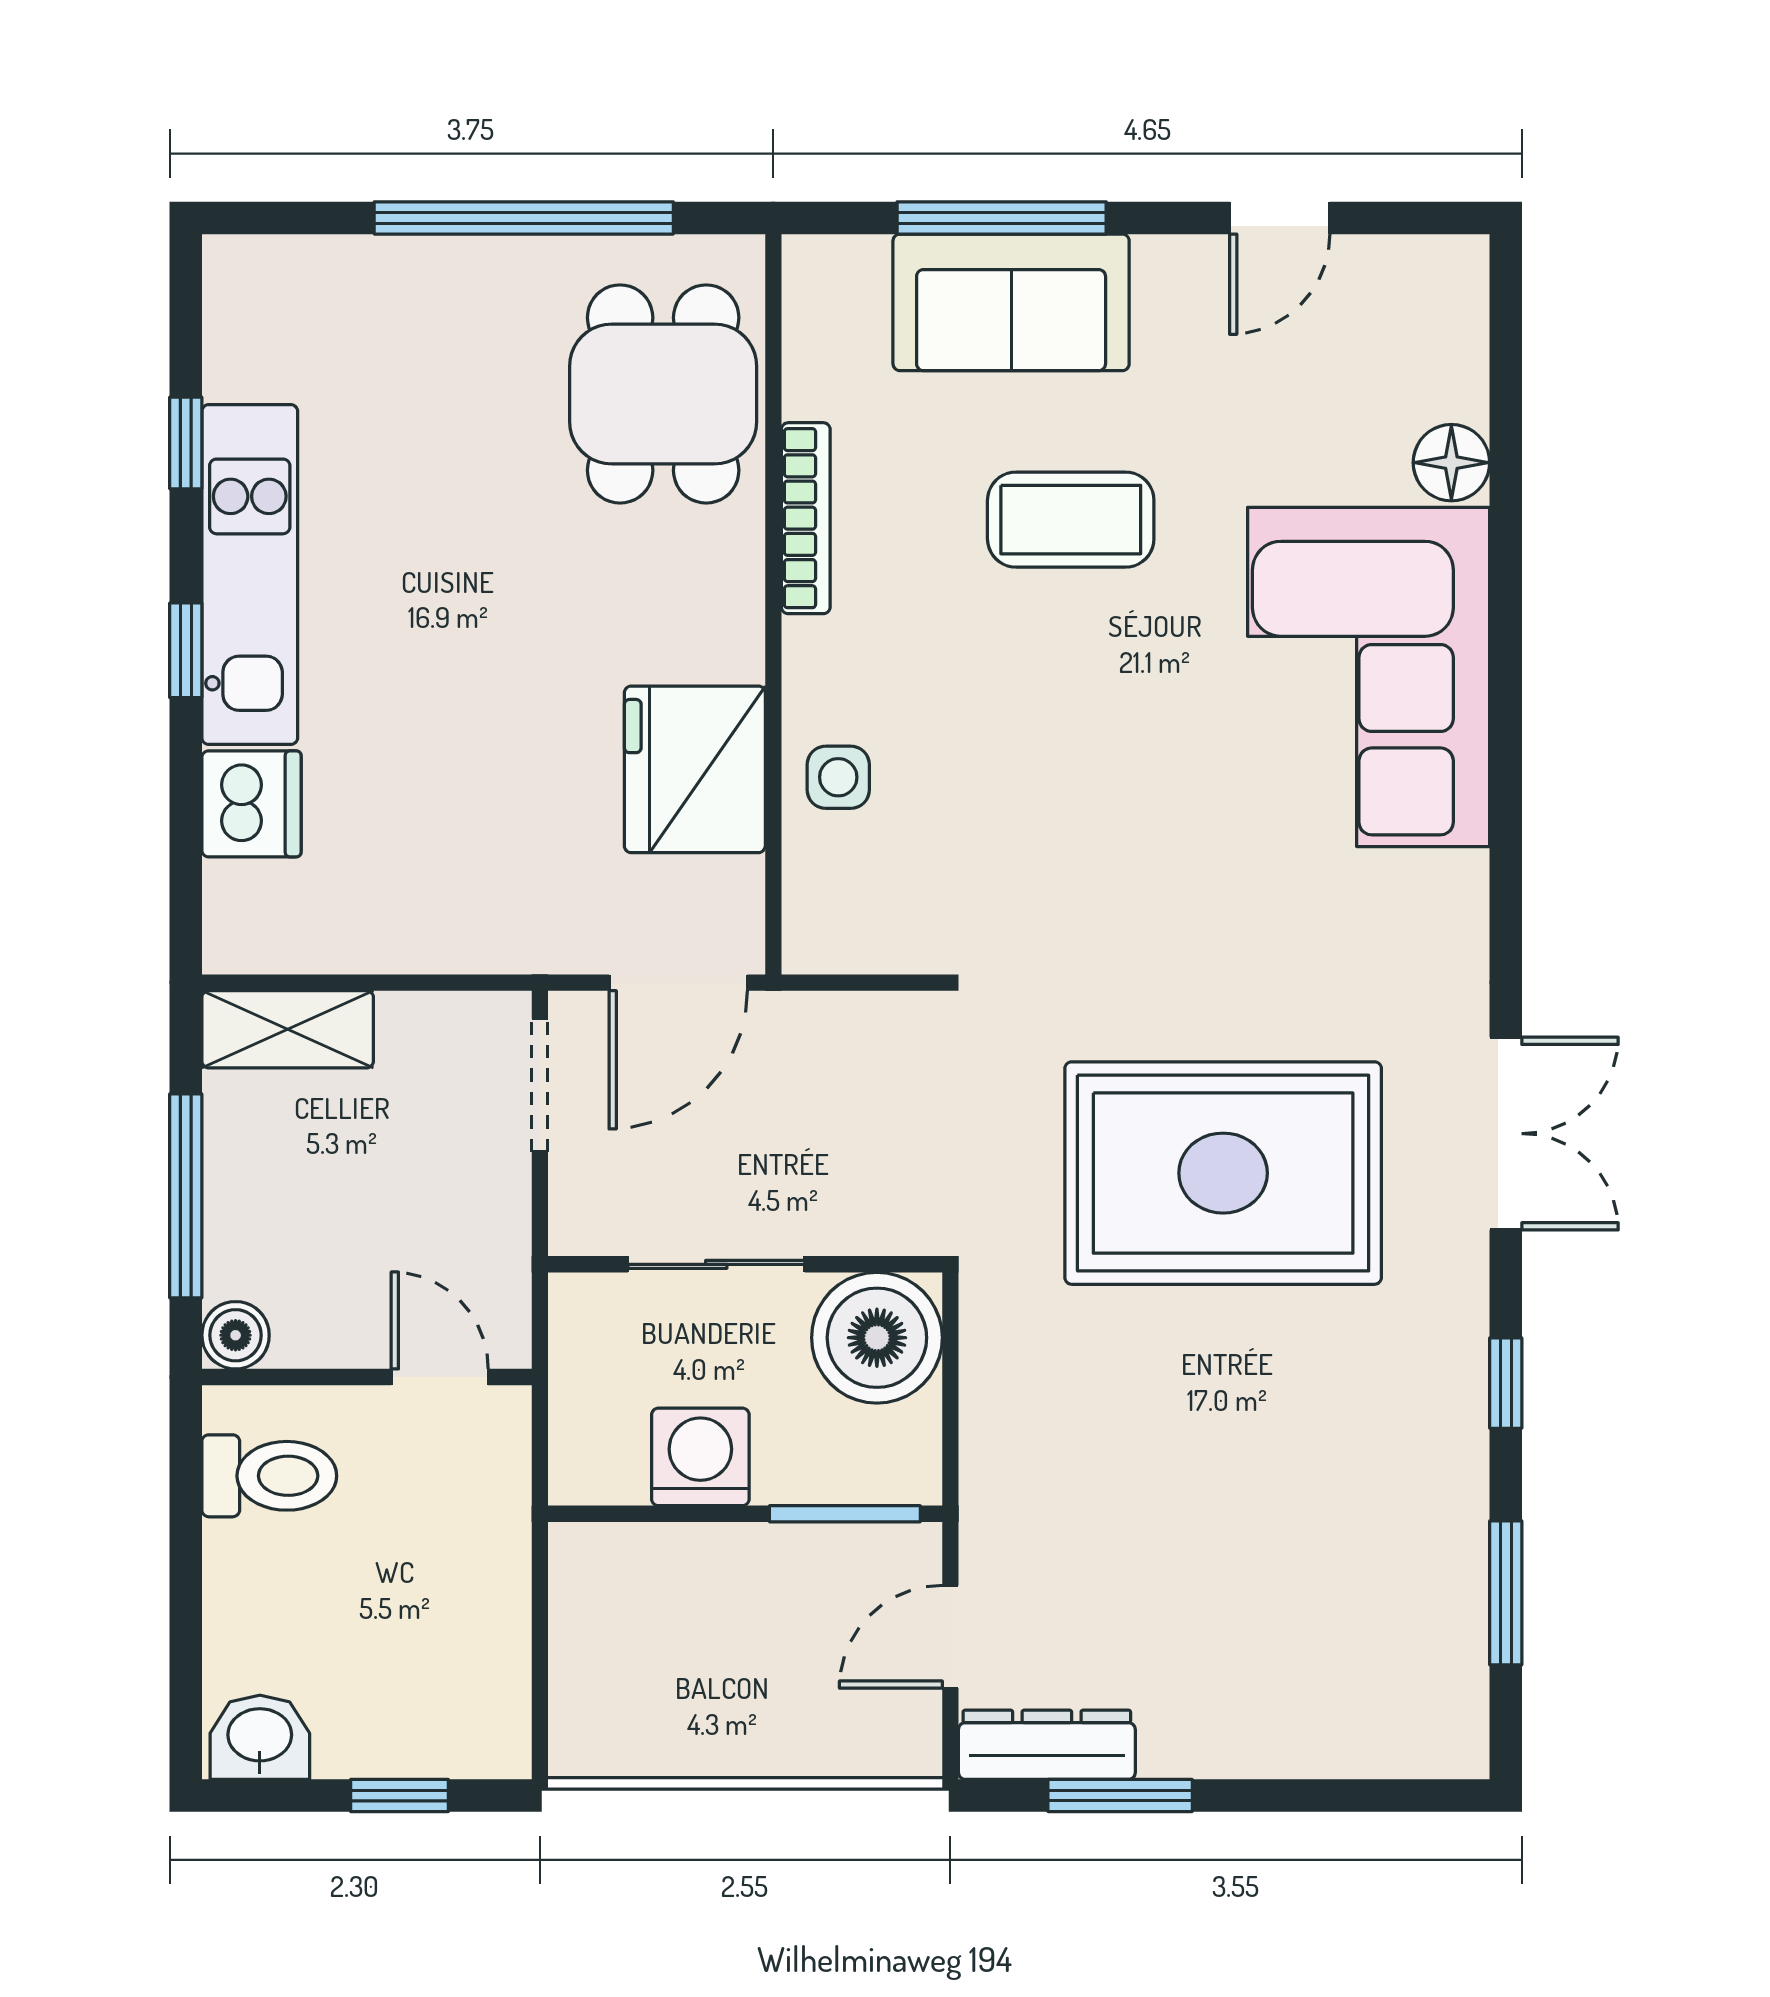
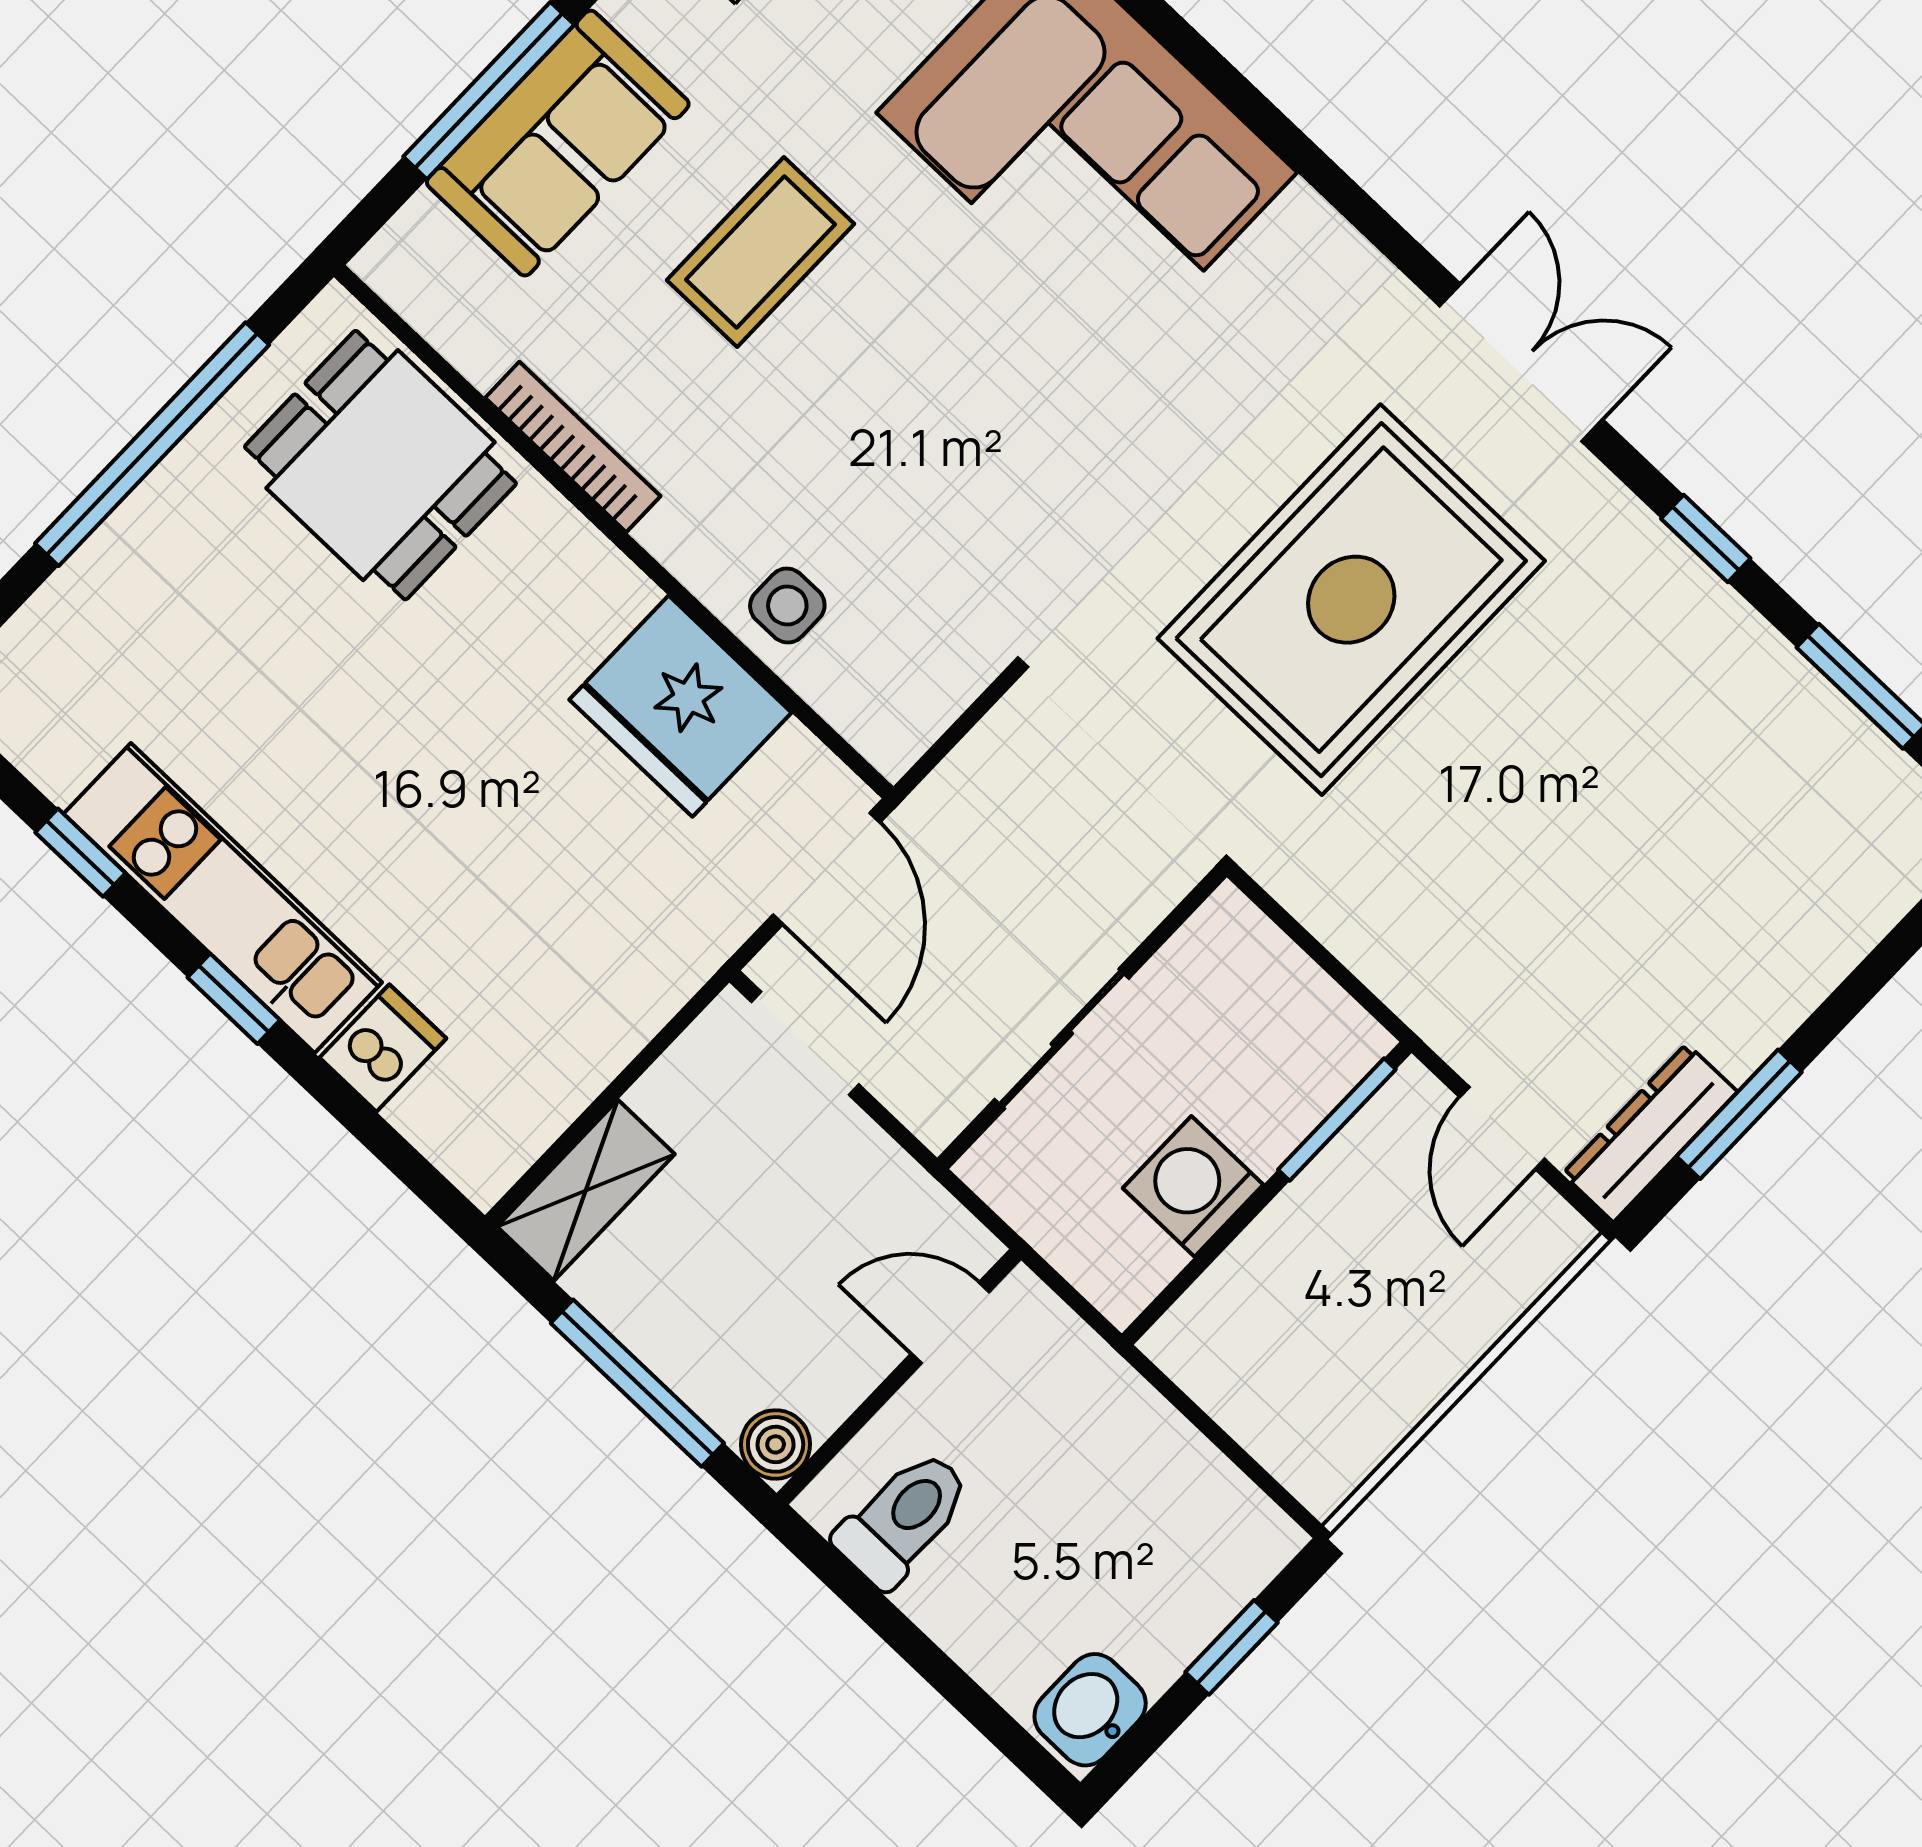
dishwasher: (251, 804) -> (383, 1048), width x0.73
boiler: (877, 1338) -> (1229, 972), removed

